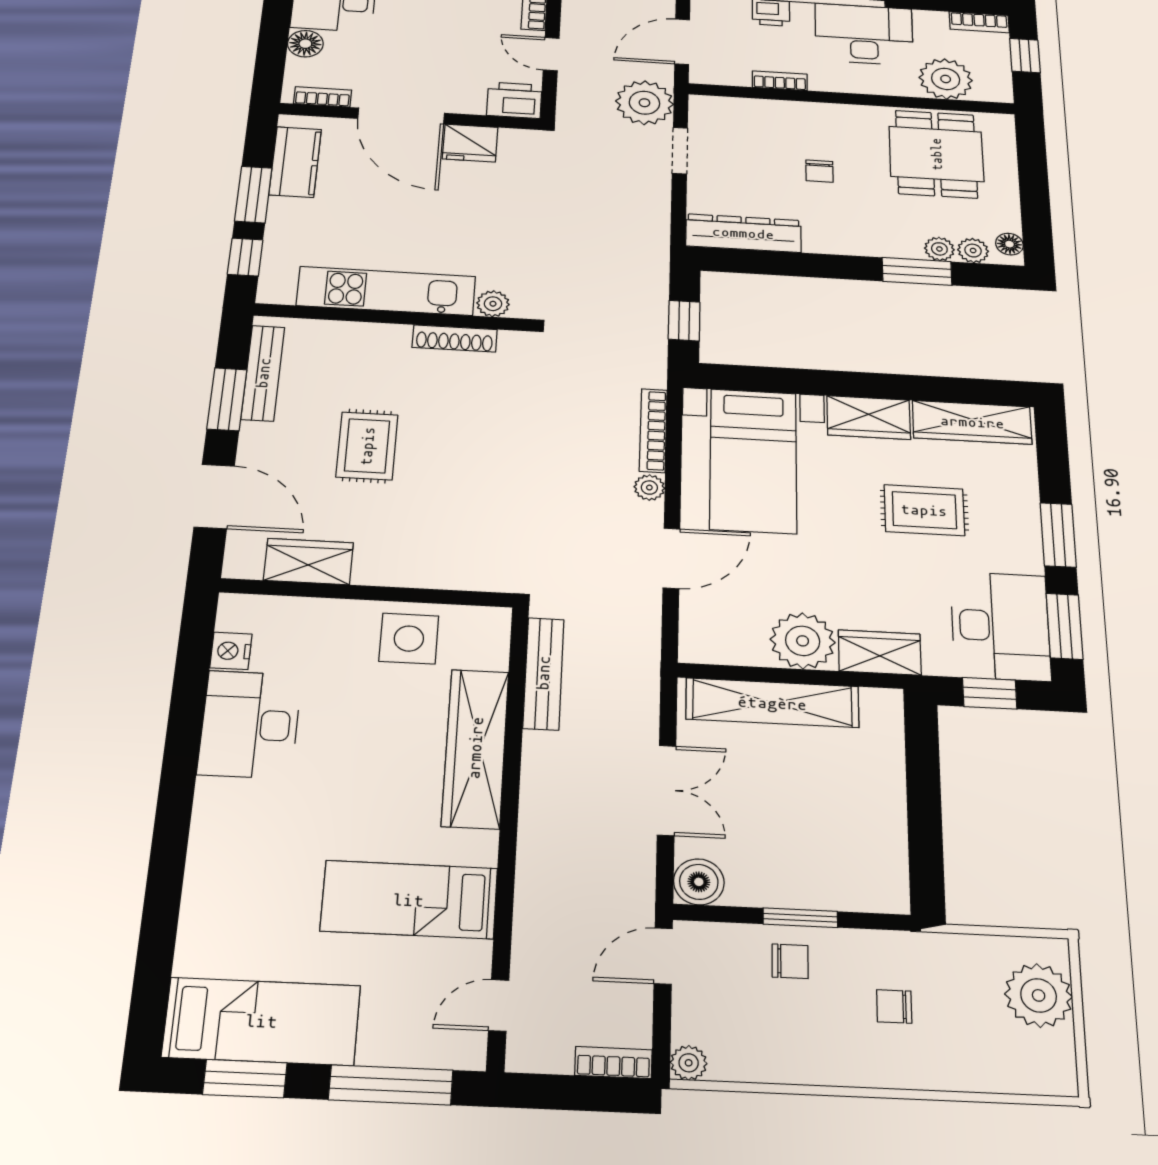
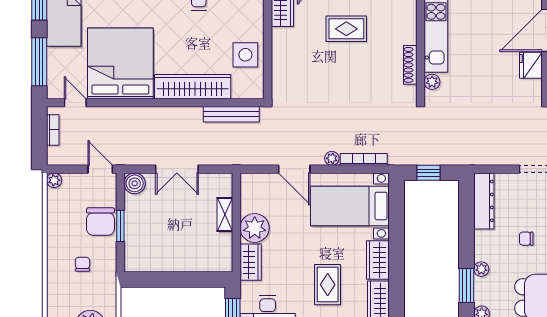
plant: (939, 249) -> (481, 269), moved
shelving: (772, 703) -> (225, 214), width x0.45, depth x0.75
bed: (409, 900) -> (120, 64), width x2.04
chair: (790, 961) -> (100, 222), width x1.87, depth x1.87
bookcase: (614, 1063) -> (53, 130), moved

